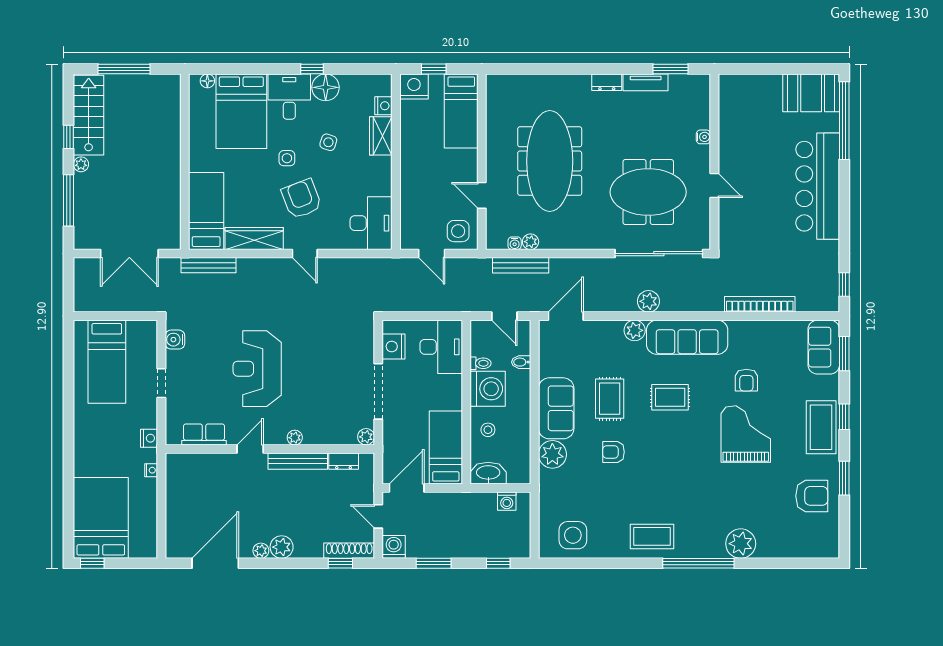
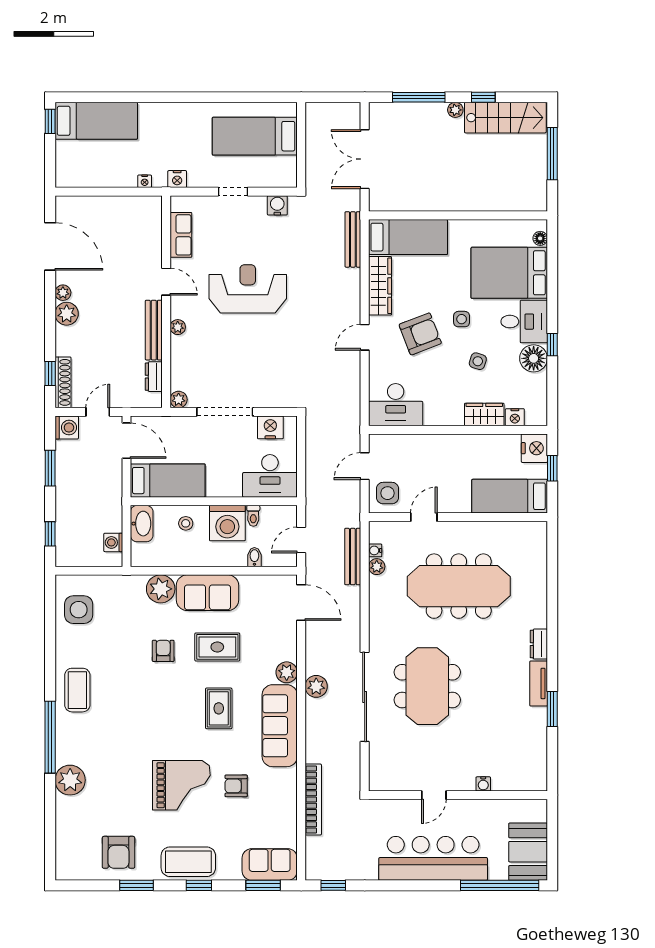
water cooler: (703, 137) -> (483, 784), moved
wall: (714, 162) -> (458, 795), moved
door: (714, 185) -> (434, 795), moved
bed: (101, 518) -> (96, 121), width x0.67

